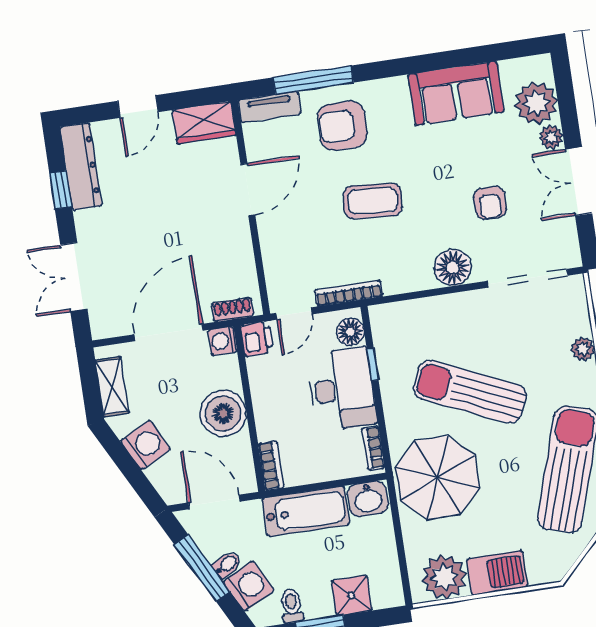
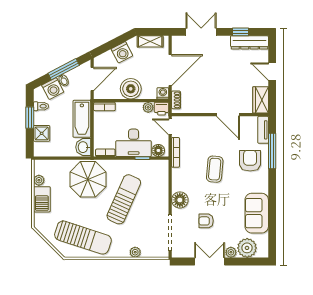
door: (169, 333) -> (170, 70), hinge flipped
plant: (259, 369) -> (148, 107), added
plant: (444, 577) -> (39, 180), width x0.53, depth x0.53

